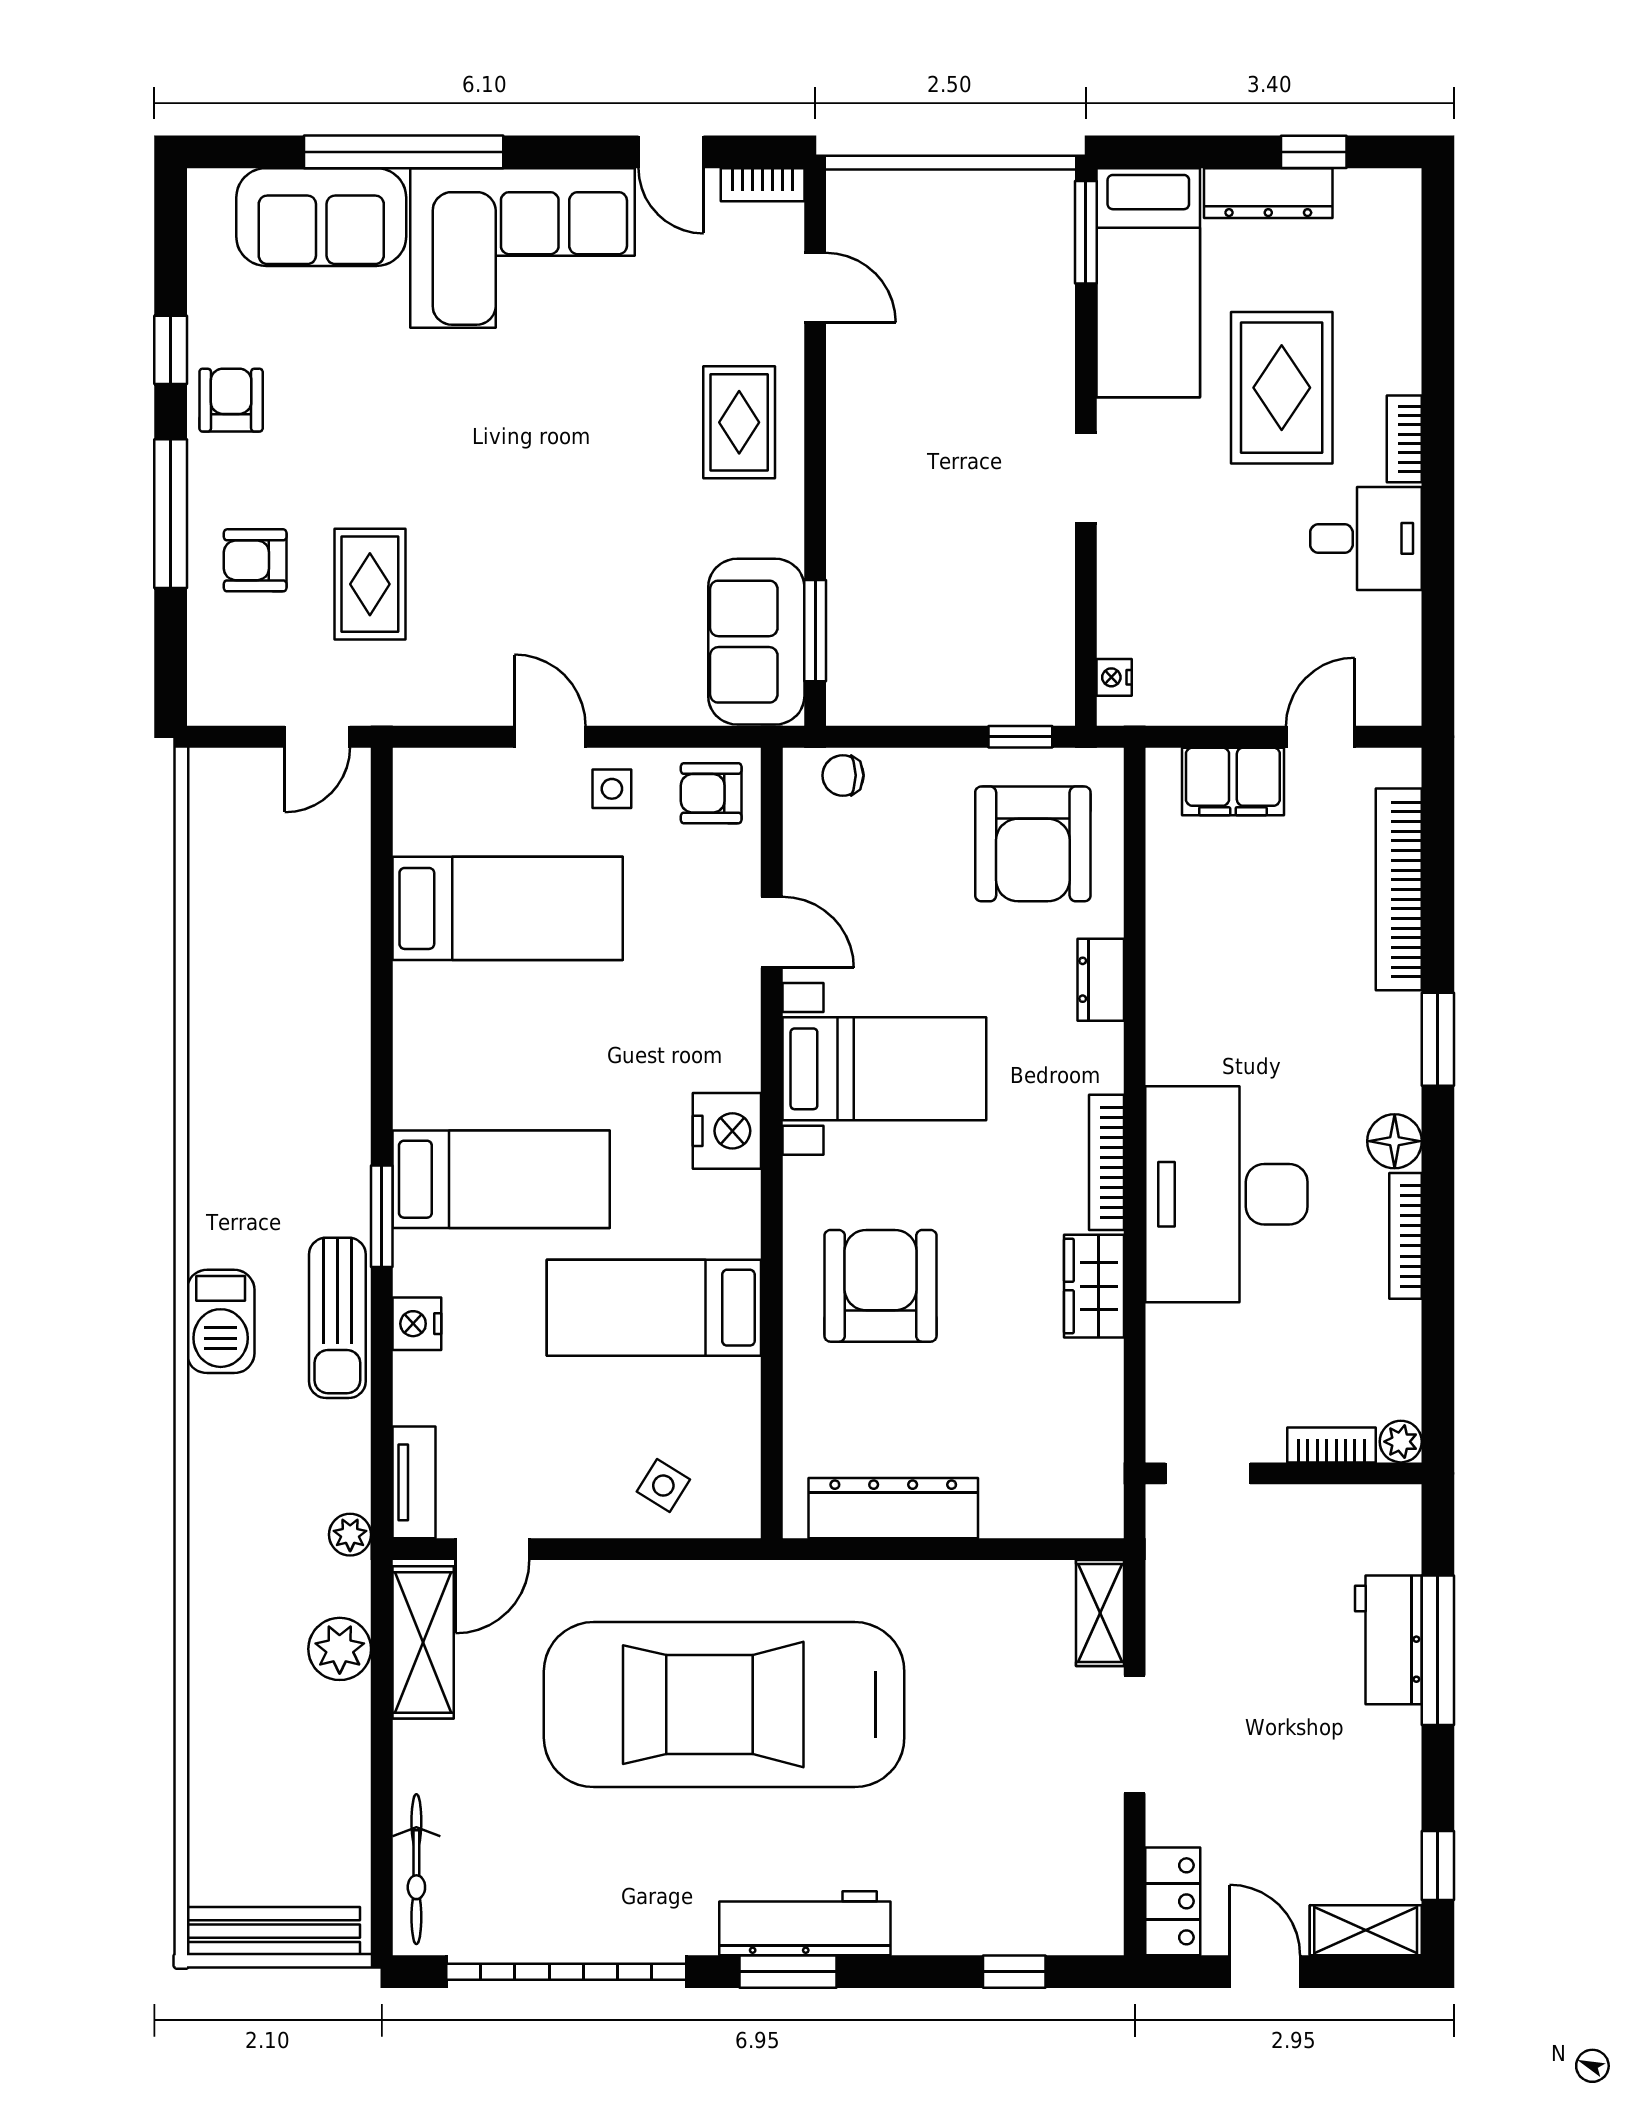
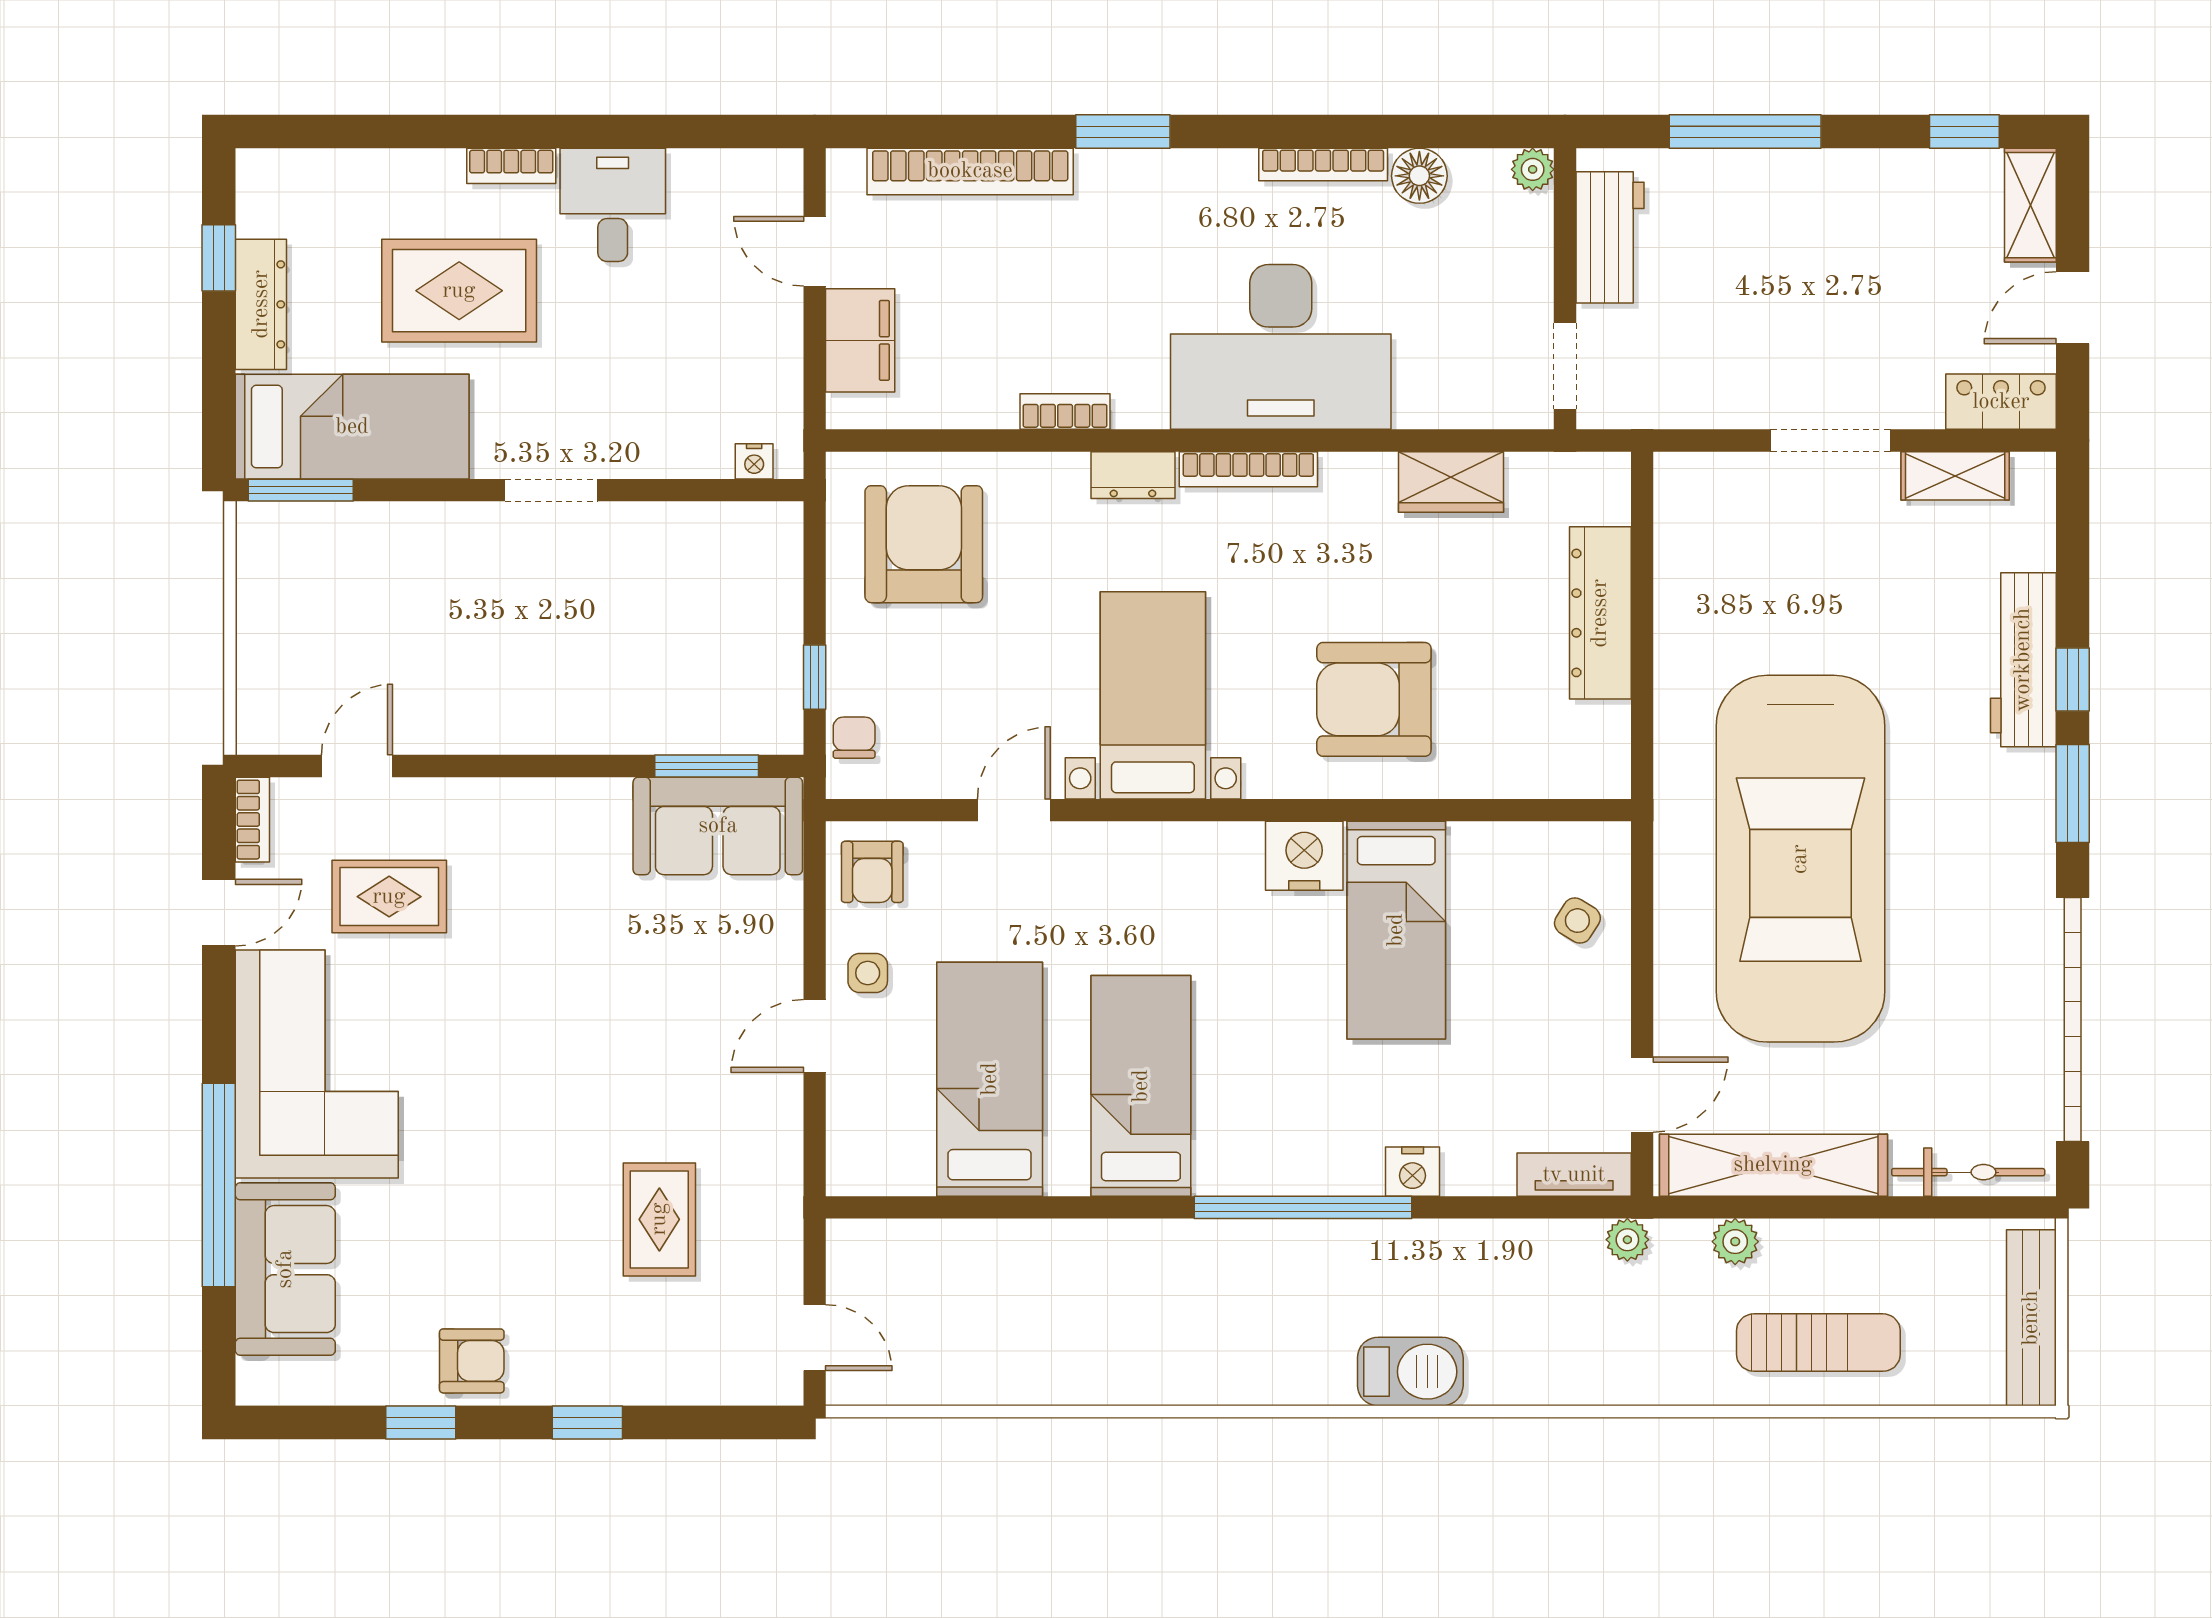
armchair: (231, 400) -> (472, 1361), turned 180
rug: (739, 422) -> (389, 897), moved
window: (171, 514) -> (587, 1423), width x0.46
armchair: (255, 560) -> (635, 1336), removed
rug: (370, 584) -> (659, 1219), turned 90
door: (317, 737) -> (815, 1338), moved
window: (1020, 737) -> (815, 677), moved
chair: (843, 775) -> (854, 738), turned 180
armchair: (1033, 844) -> (924, 544), turned -90
dresser: (1101, 980) -> (1133, 475), moved
nightstand: (727, 1131) -> (1304, 856), moved
floor lamp: (1395, 1141) -> (1419, 176), moved
bed: (501, 1179) -> (1141, 1086), moved
window: (382, 1216) -> (1303, 1207), width x2.11
wardrobe: (1094, 1286) -> (1451, 482), moved
sun lounger: (337, 1318) -> (1818, 1343), moved
bookcase: (1331, 1445) -> (1065, 411), moved, turned 90
dresser: (893, 1508) -> (1600, 613), moved
door: (492, 1549) -> (1642, 1095), hinge flipped
shelving: (1100, 1613) -> (1955, 476), moved
workbench: (1388, 1640) -> (1610, 237), moved, turned -90
shelving: (423, 1642) -> (1773, 1165), width x1.47
plant: (340, 1649) -> (1735, 1242), width x0.73, depth x0.73
workbench: (805, 1923) -> (2023, 660), moved
window: (1014, 1972) -> (2073, 679), moved

